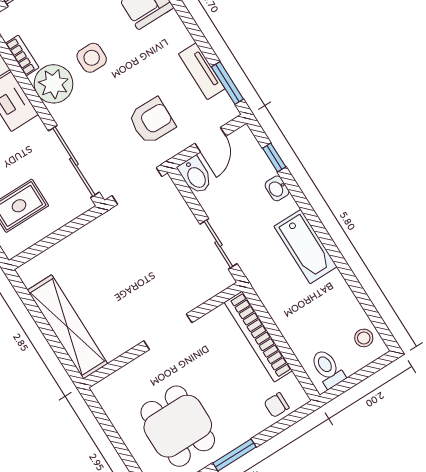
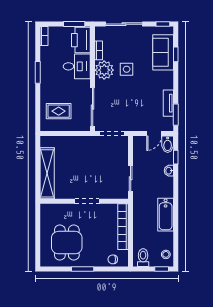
armchair: (152, 121) -> (135, 111), removed
bidet: (195, 175) -> (168, 144), moved
bathtub: (306, 247) -> (166, 215), moved
window: (373, 368) -> (162, 269), added

